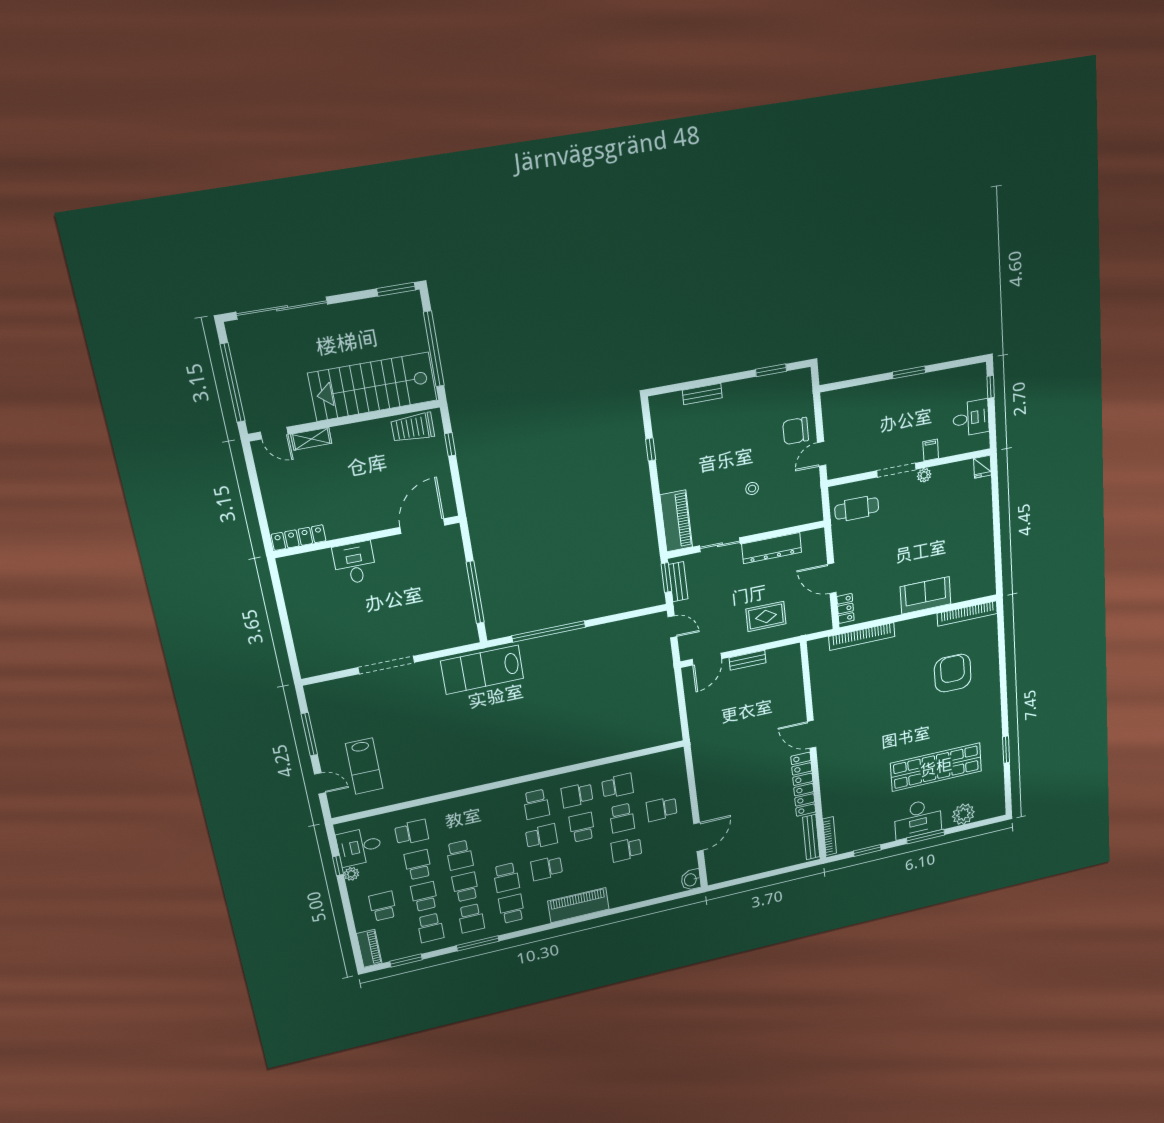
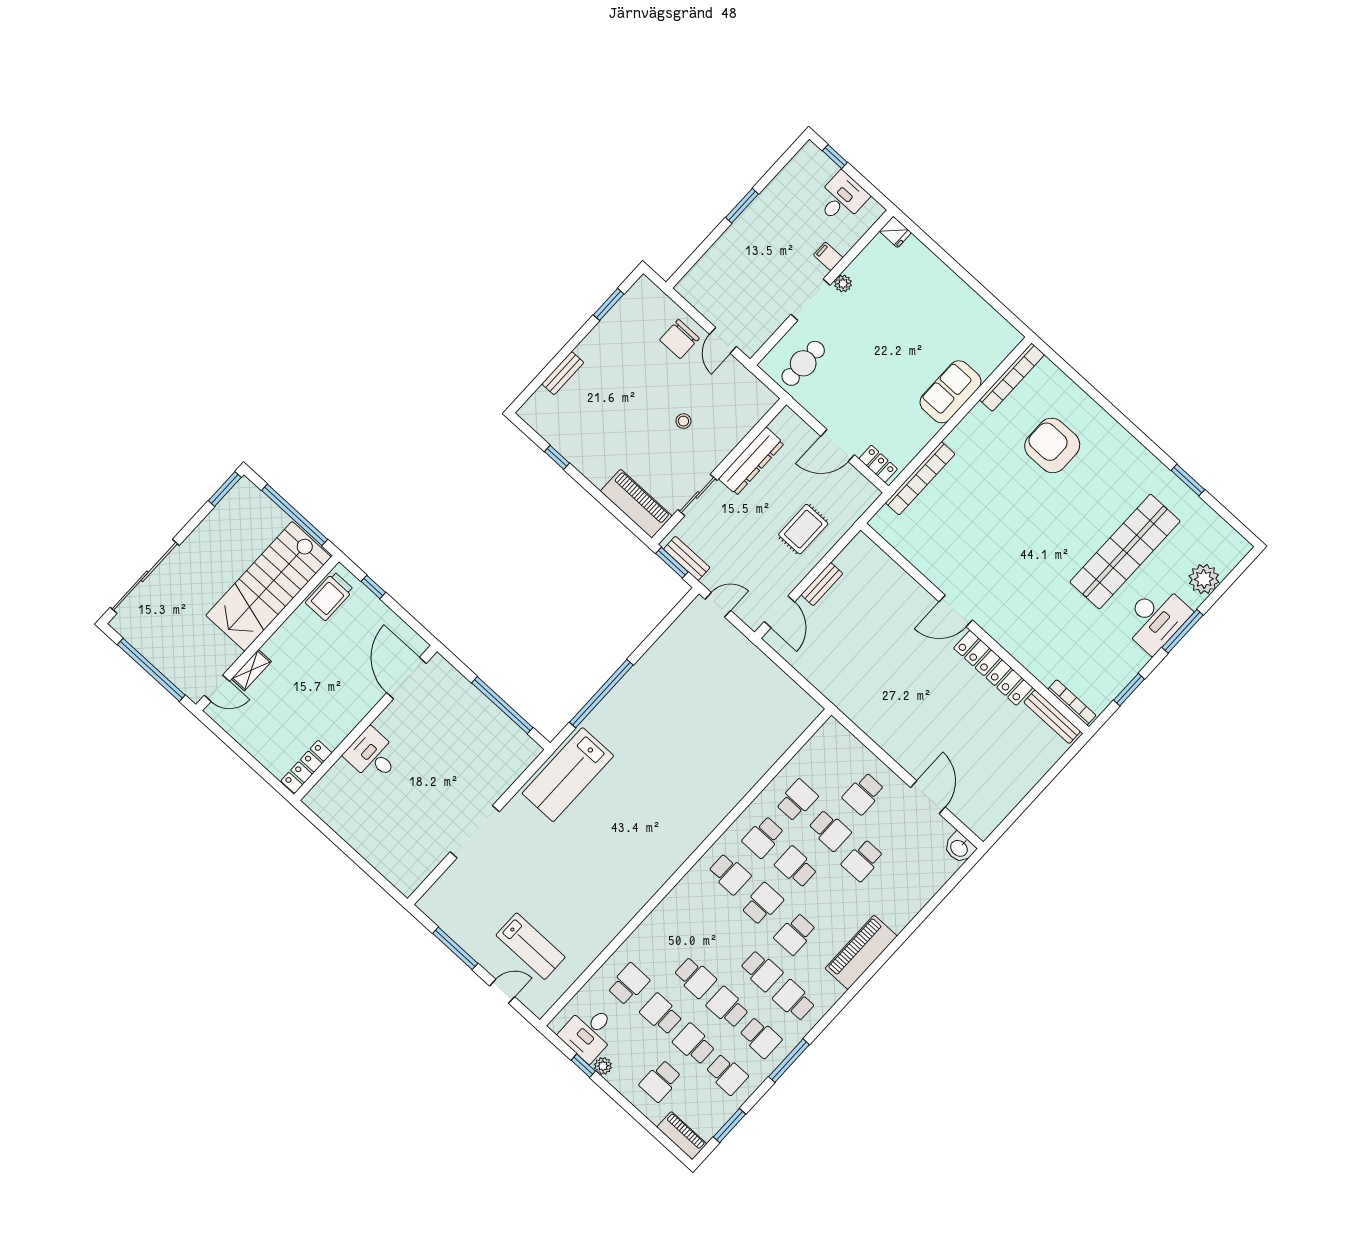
school desk: (383, 906) -> (660, 1081), turned -90

